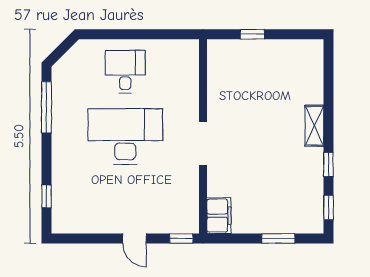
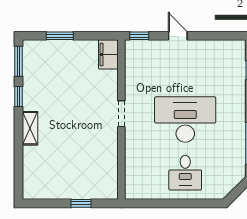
desk: (125, 136) -> (185, 120), turned 180
doorway: (203, 143) -> (121, 114), width x0.73
window: (328, 208) -> (18, 61), width x1.50

